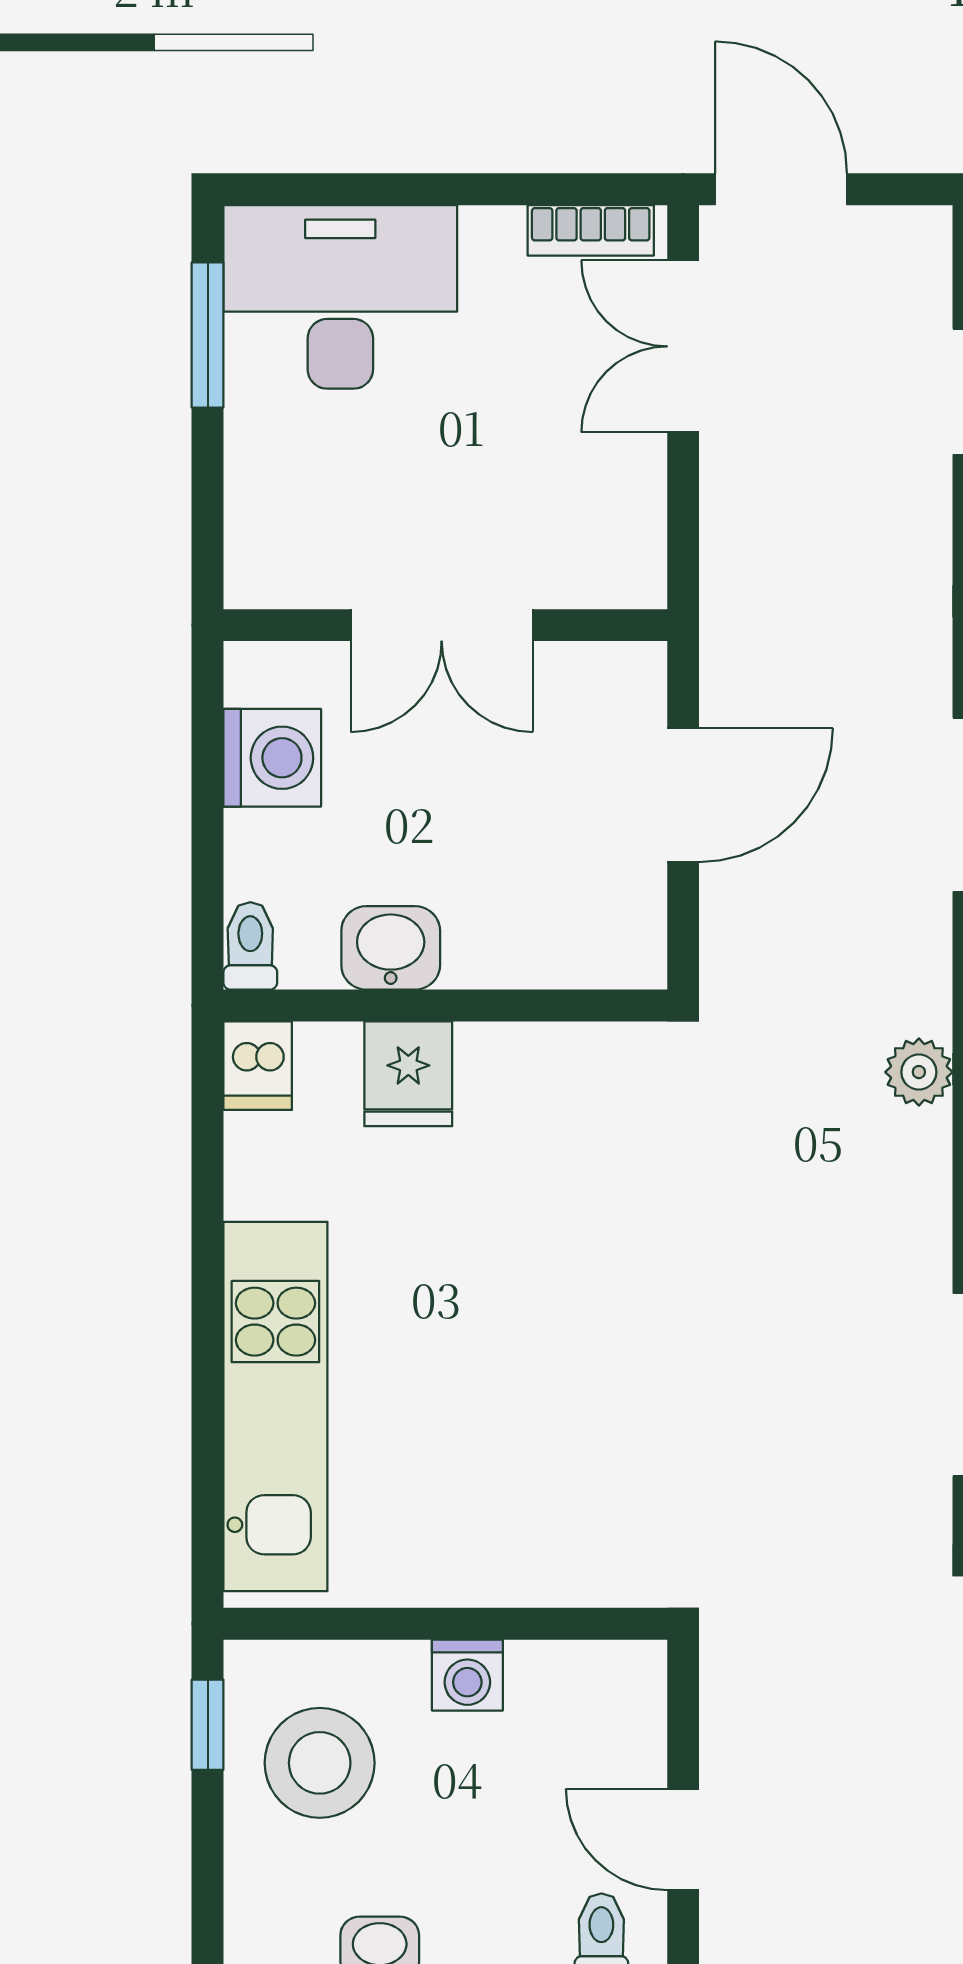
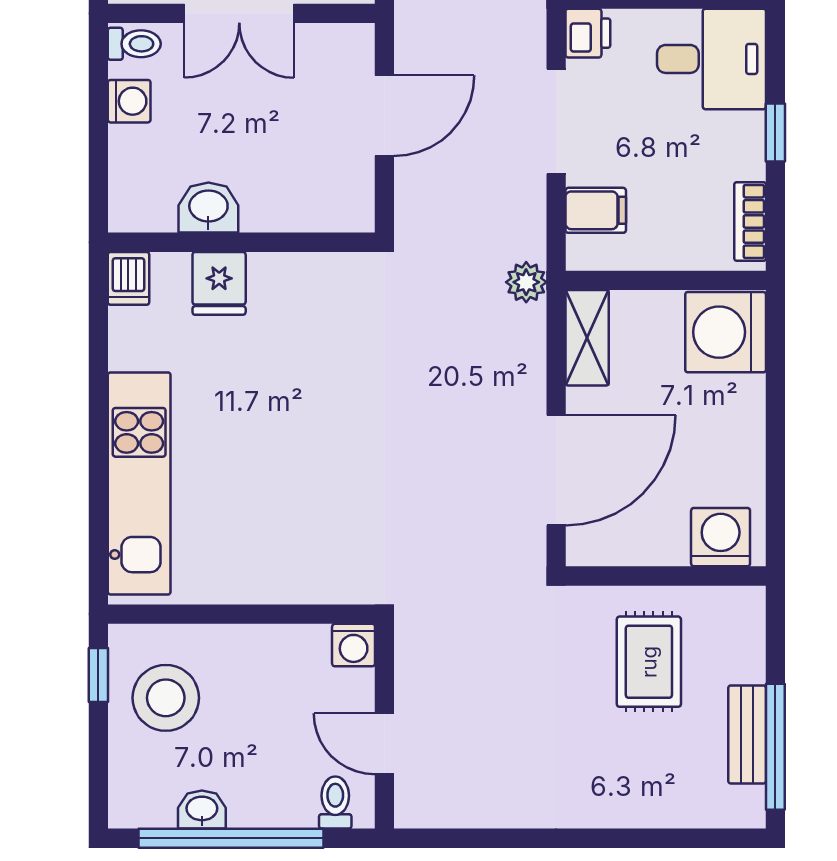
washing machine: (272, 758) -> (129, 101), width x0.73, depth x0.73
toilet: (250, 946) -> (134, 44), moved, turned 90
washing machine: (467, 1675) -> (354, 645), moved

